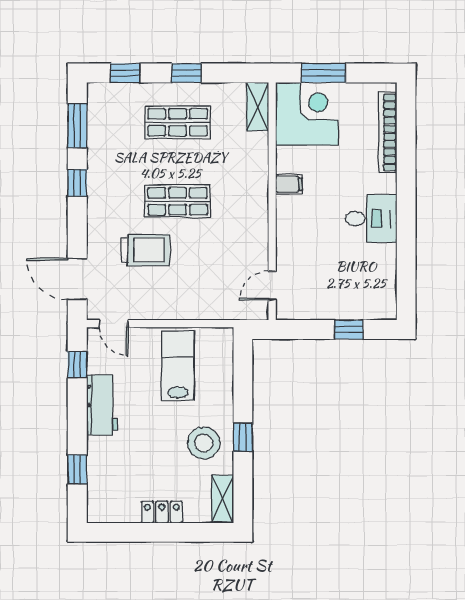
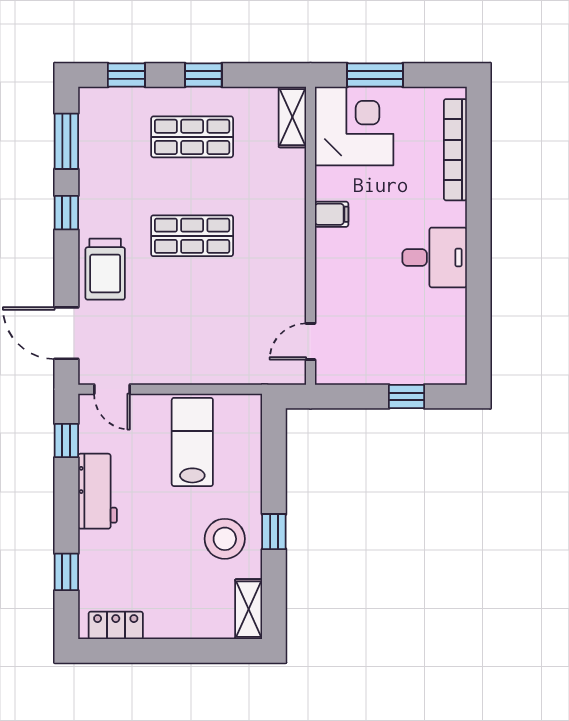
trolley: (145, 250) -> (105, 269), moved, turned 90
locker: (162, 512) -> (116, 625), moved

